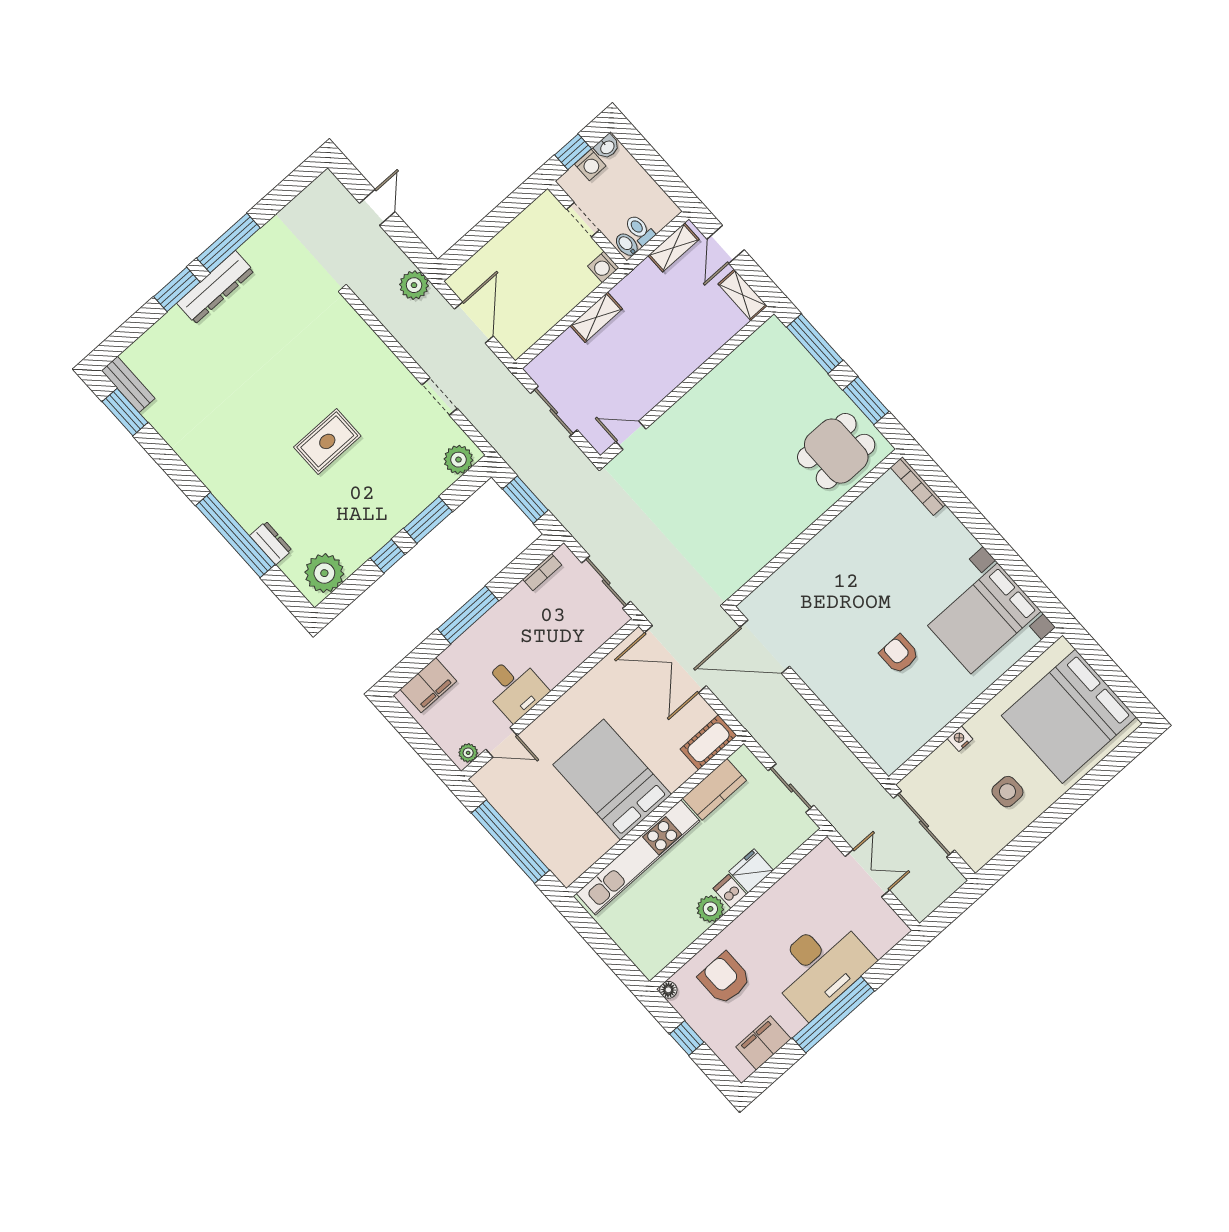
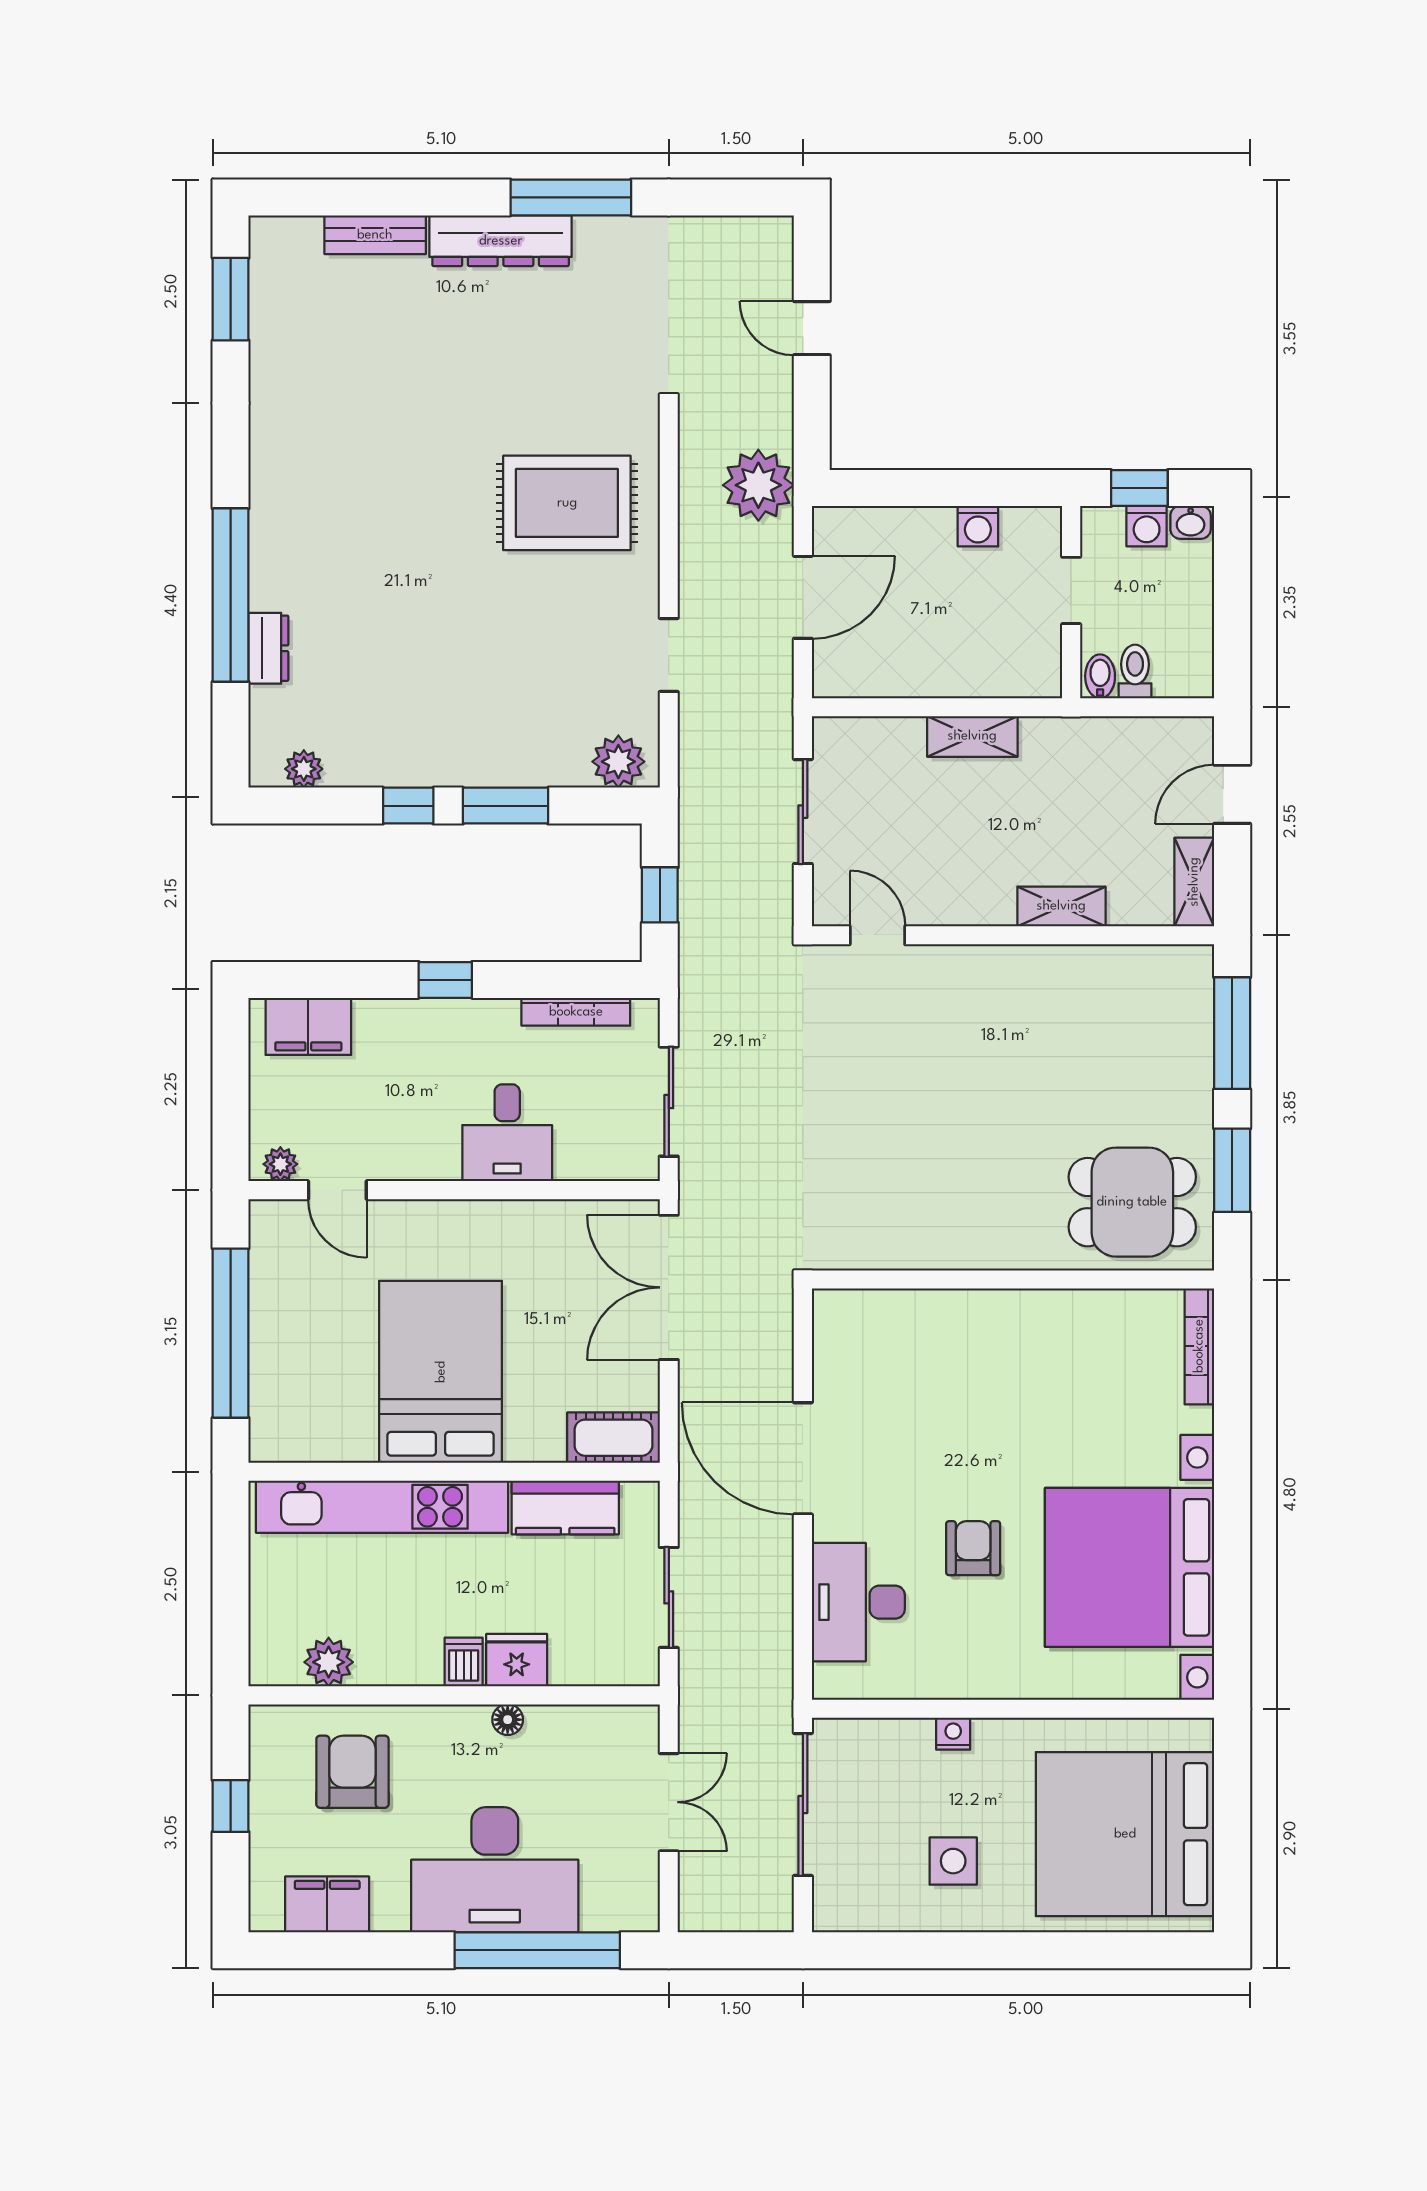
door: (377, 207) -> (812, 328), swing flipped
shelving: (674, 247) -> (1061, 906), moved
washing machine: (603, 267) -> (978, 526), moved, turned -90
plant: (414, 285) -> (758, 485), width x1.36, depth x1.36
window: (177, 289) -> (446, 197), removed
bench: (128, 384) -> (375, 235), moved, turned 90
rug: (327, 441) -> (567, 503), moved, width x1.36, depth x1.43
window: (525, 500) -> (660, 895), width x0.67
bookcase: (542, 572) -> (576, 1012), width x1.56
plant: (324, 573) -> (304, 769), width x0.53, depth x0.53
window: (468, 615) -> (445, 980), width x0.46
bed with nightstands: (984, 618) -> (1130, 1567), width x1.36
door: (765, 647) -> (803, 1458), moved
desk: (514, 688) -> (507, 1133), moved
desk: (872, 719) -> (858, 1602), added
plant: (710, 909) -> (329, 1662), moved
floor lamp: (668, 990) -> (508, 1720), moved
window: (833, 1015) -> (537, 1950), moved

